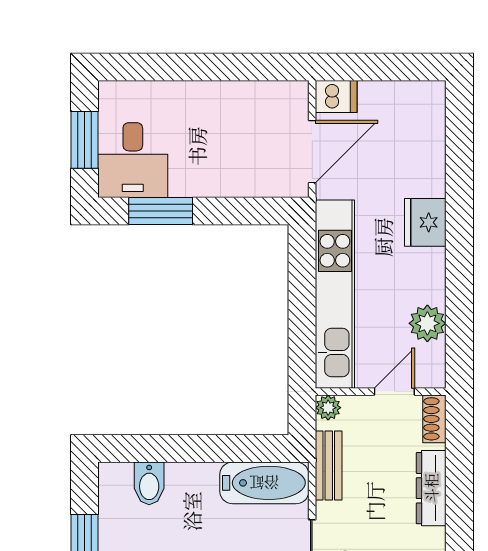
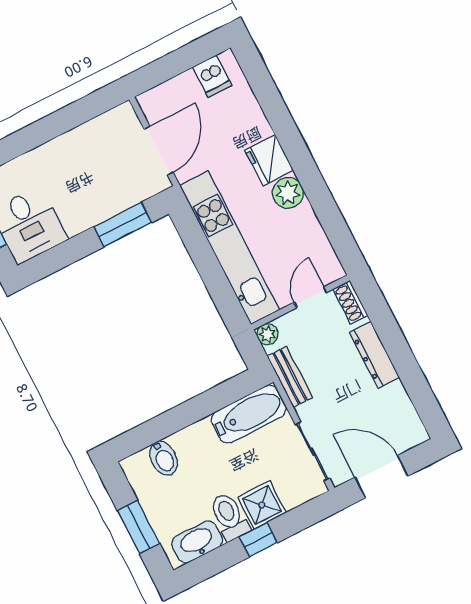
dishwasher: (336, 97) -> (212, 76), moved, turned 90
window: (161, 211) -> (123, 224), moved
plant: (427, 323) -> (288, 193), moved

